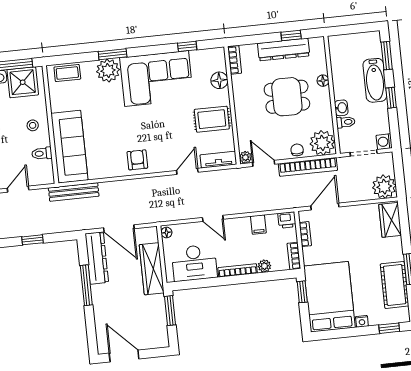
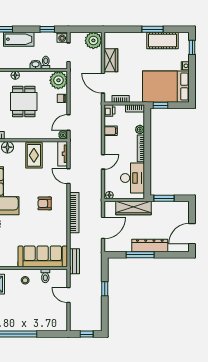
window: (391, 98) -> (47, 29), moved
armchair: (137, 160) -> (45, 203), moved
bookcase: (308, 167) -> (74, 213), moved
bench: (74, 192) -> (74, 261), width x0.73
wardrobe: (390, 220) -> (111, 60), moved, turned -90
dresser: (97, 258) -> (150, 245), moved

